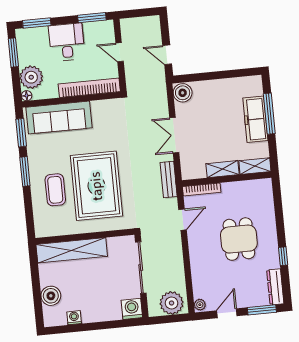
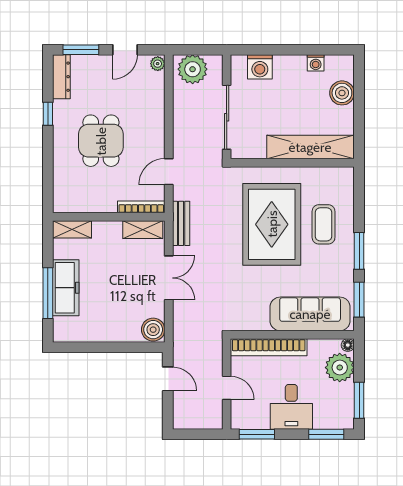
shelving: (222, 169) -> (143, 230), moved
washing machine: (132, 309) -> (260, 67), moved

